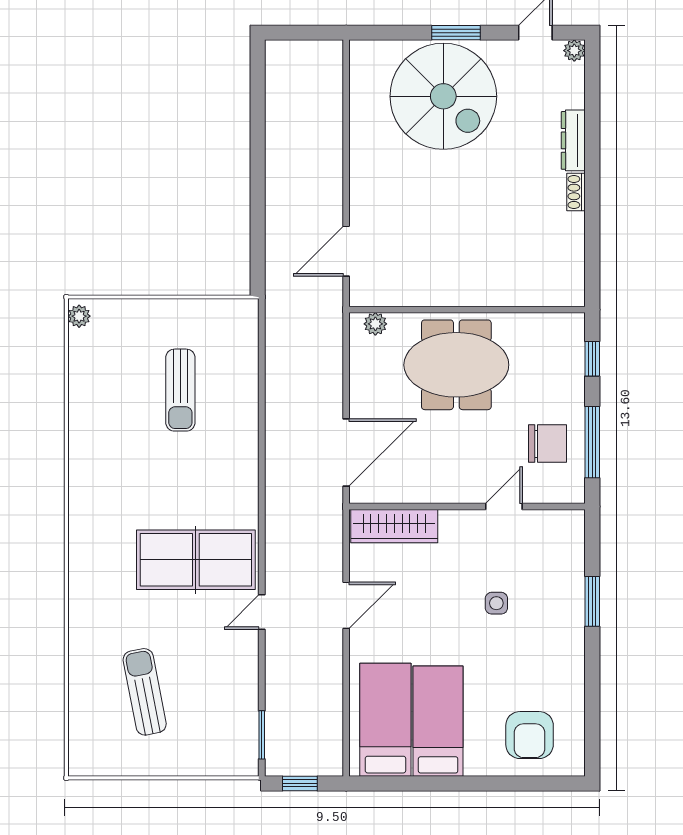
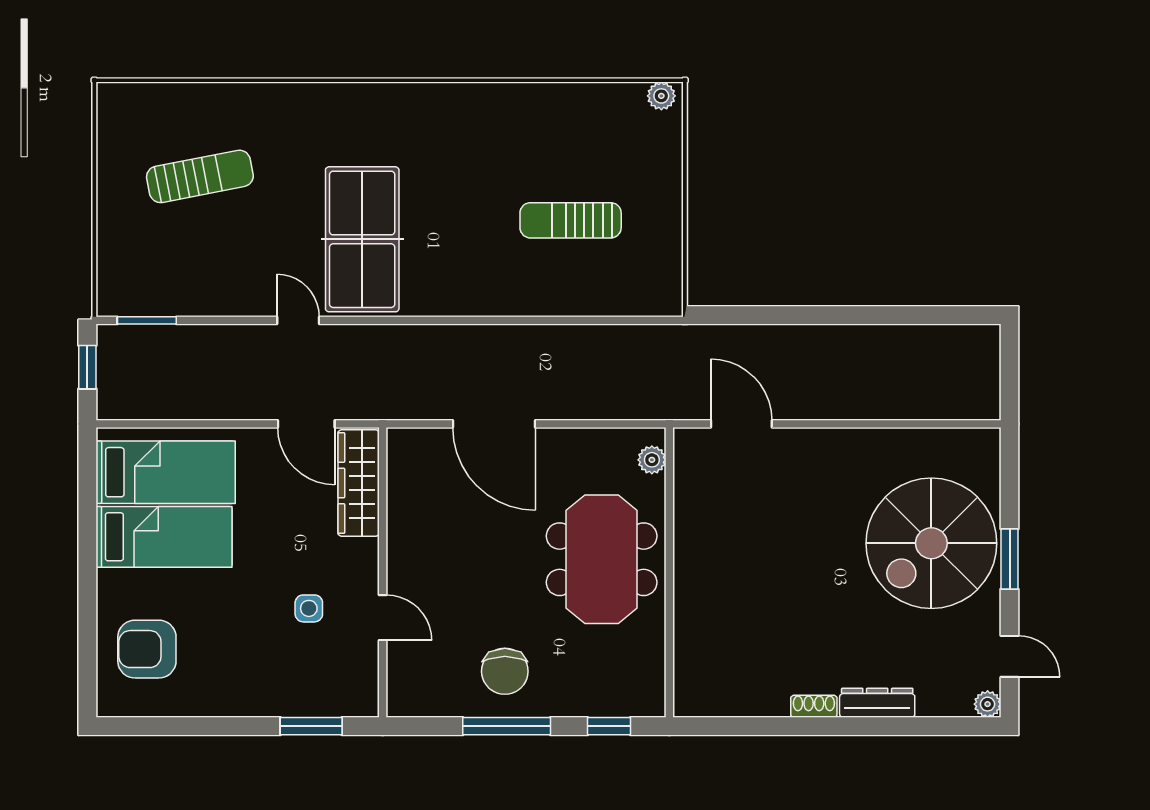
wall: (467, 506) -> (383, 572), moved
door: (504, 506) -> (383, 618), moved
wardrobe: (394, 526) -> (359, 483), moved

